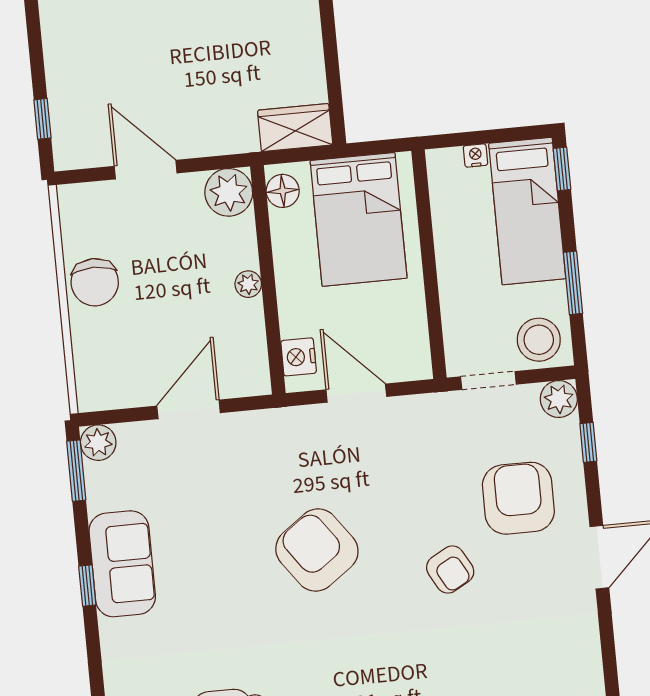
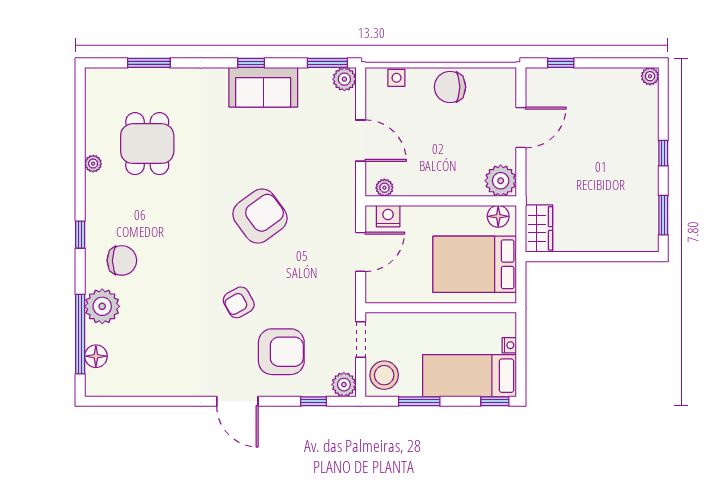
plant: (248, 284) -> (384, 188), moved
side table: (89, 364) -> (396, 78), added

